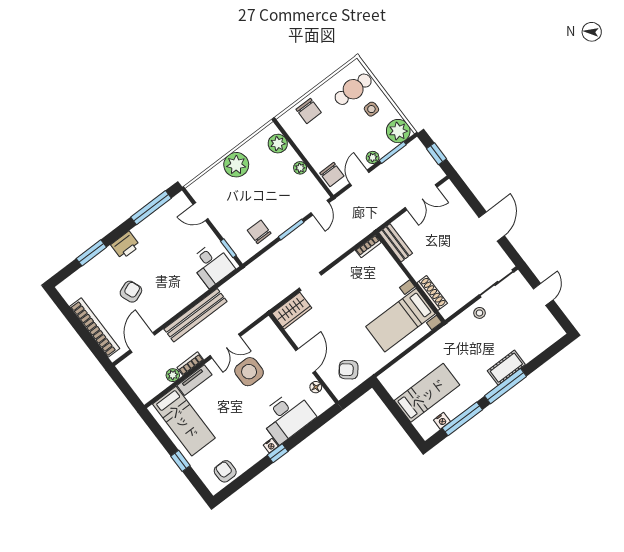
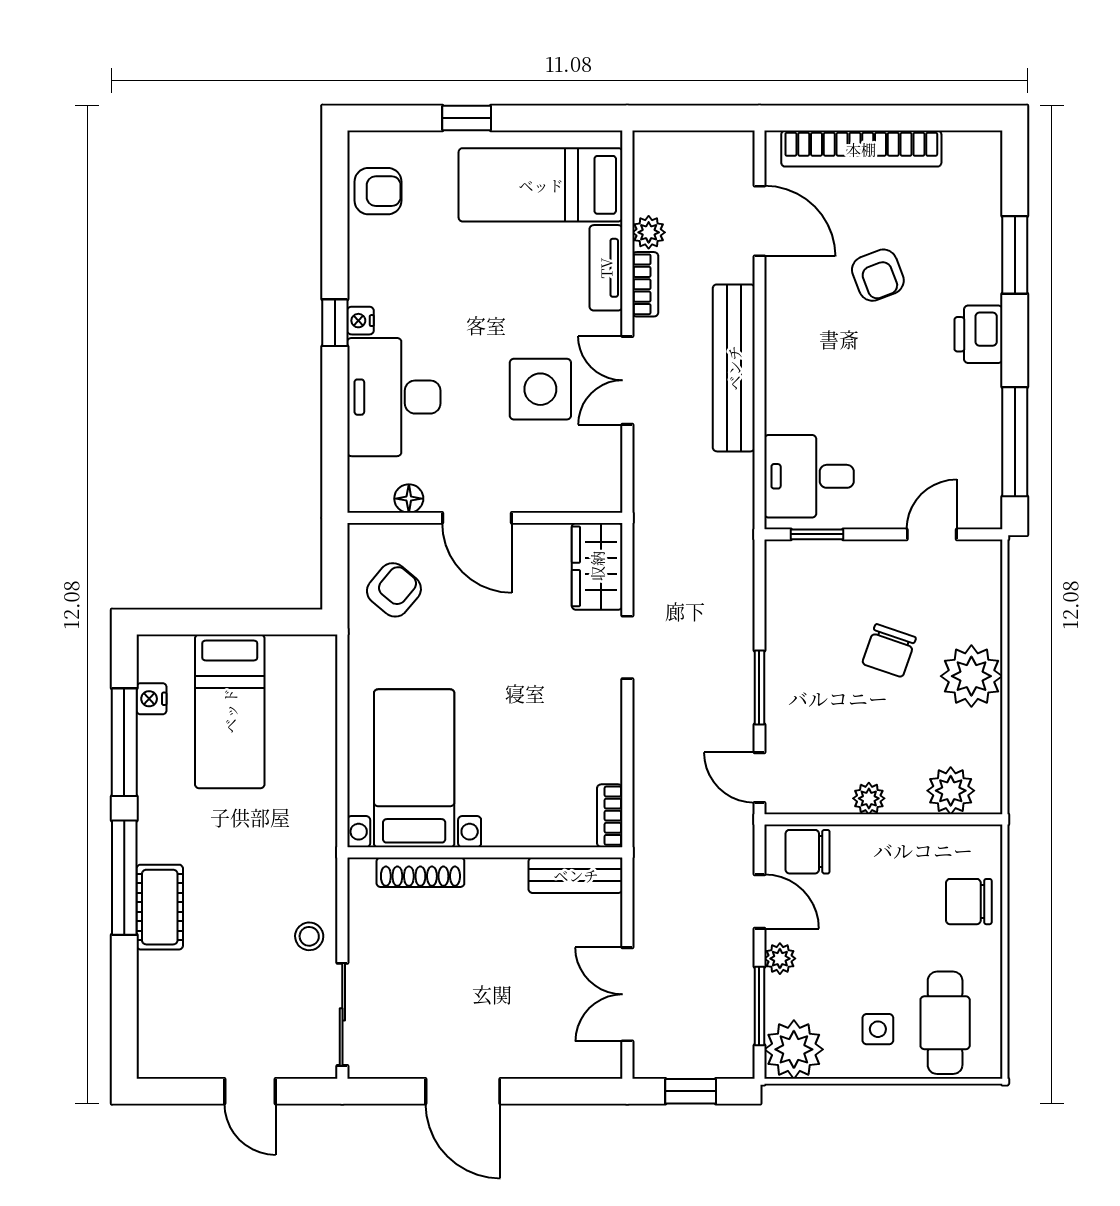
chair: (259, 232) -> (889, 651), moved, turned 109

